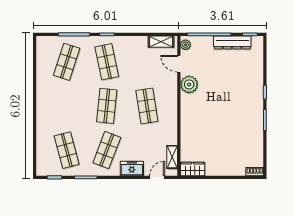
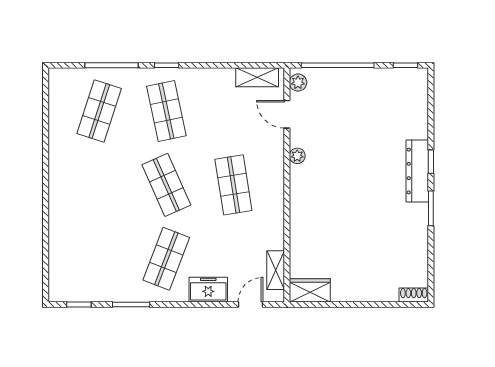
dresser: (232, 43) -> (417, 171), moved, turned 90
plant: (189, 84) -> (297, 156), width x0.53, depth x0.53
shop shelf: (107, 106) -> (166, 185), turned -30
shop shelf: (67, 150) -> (99, 259), removed

